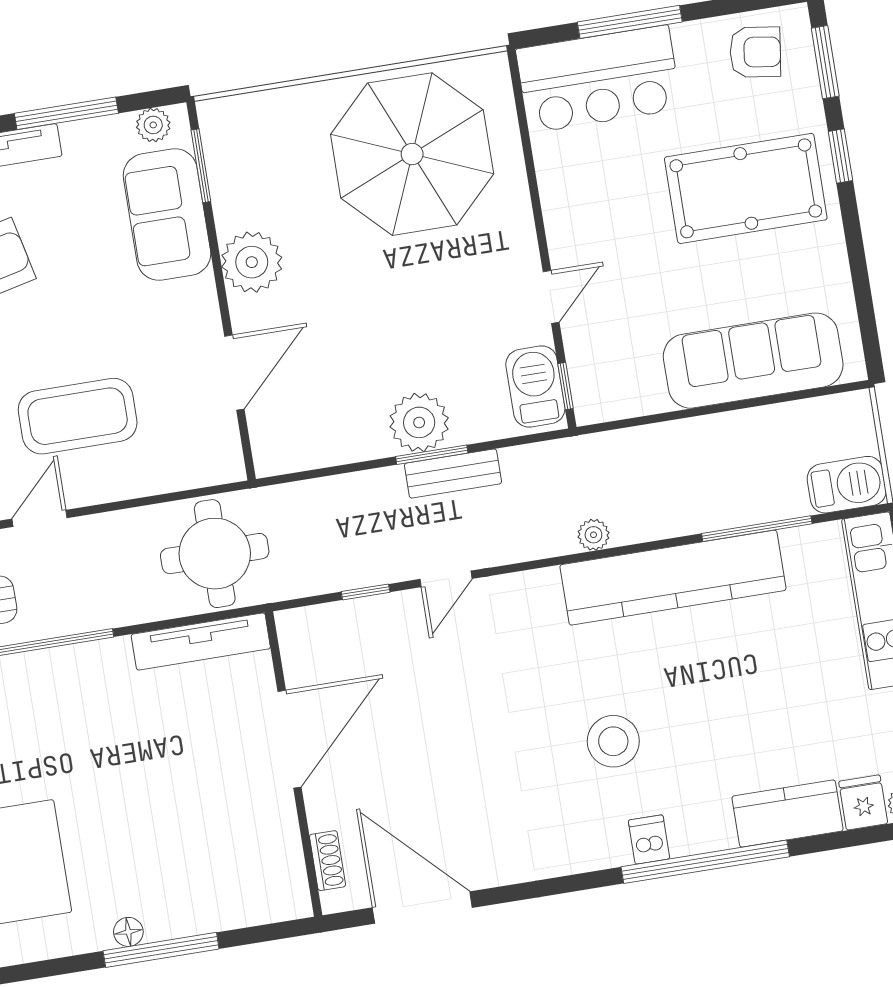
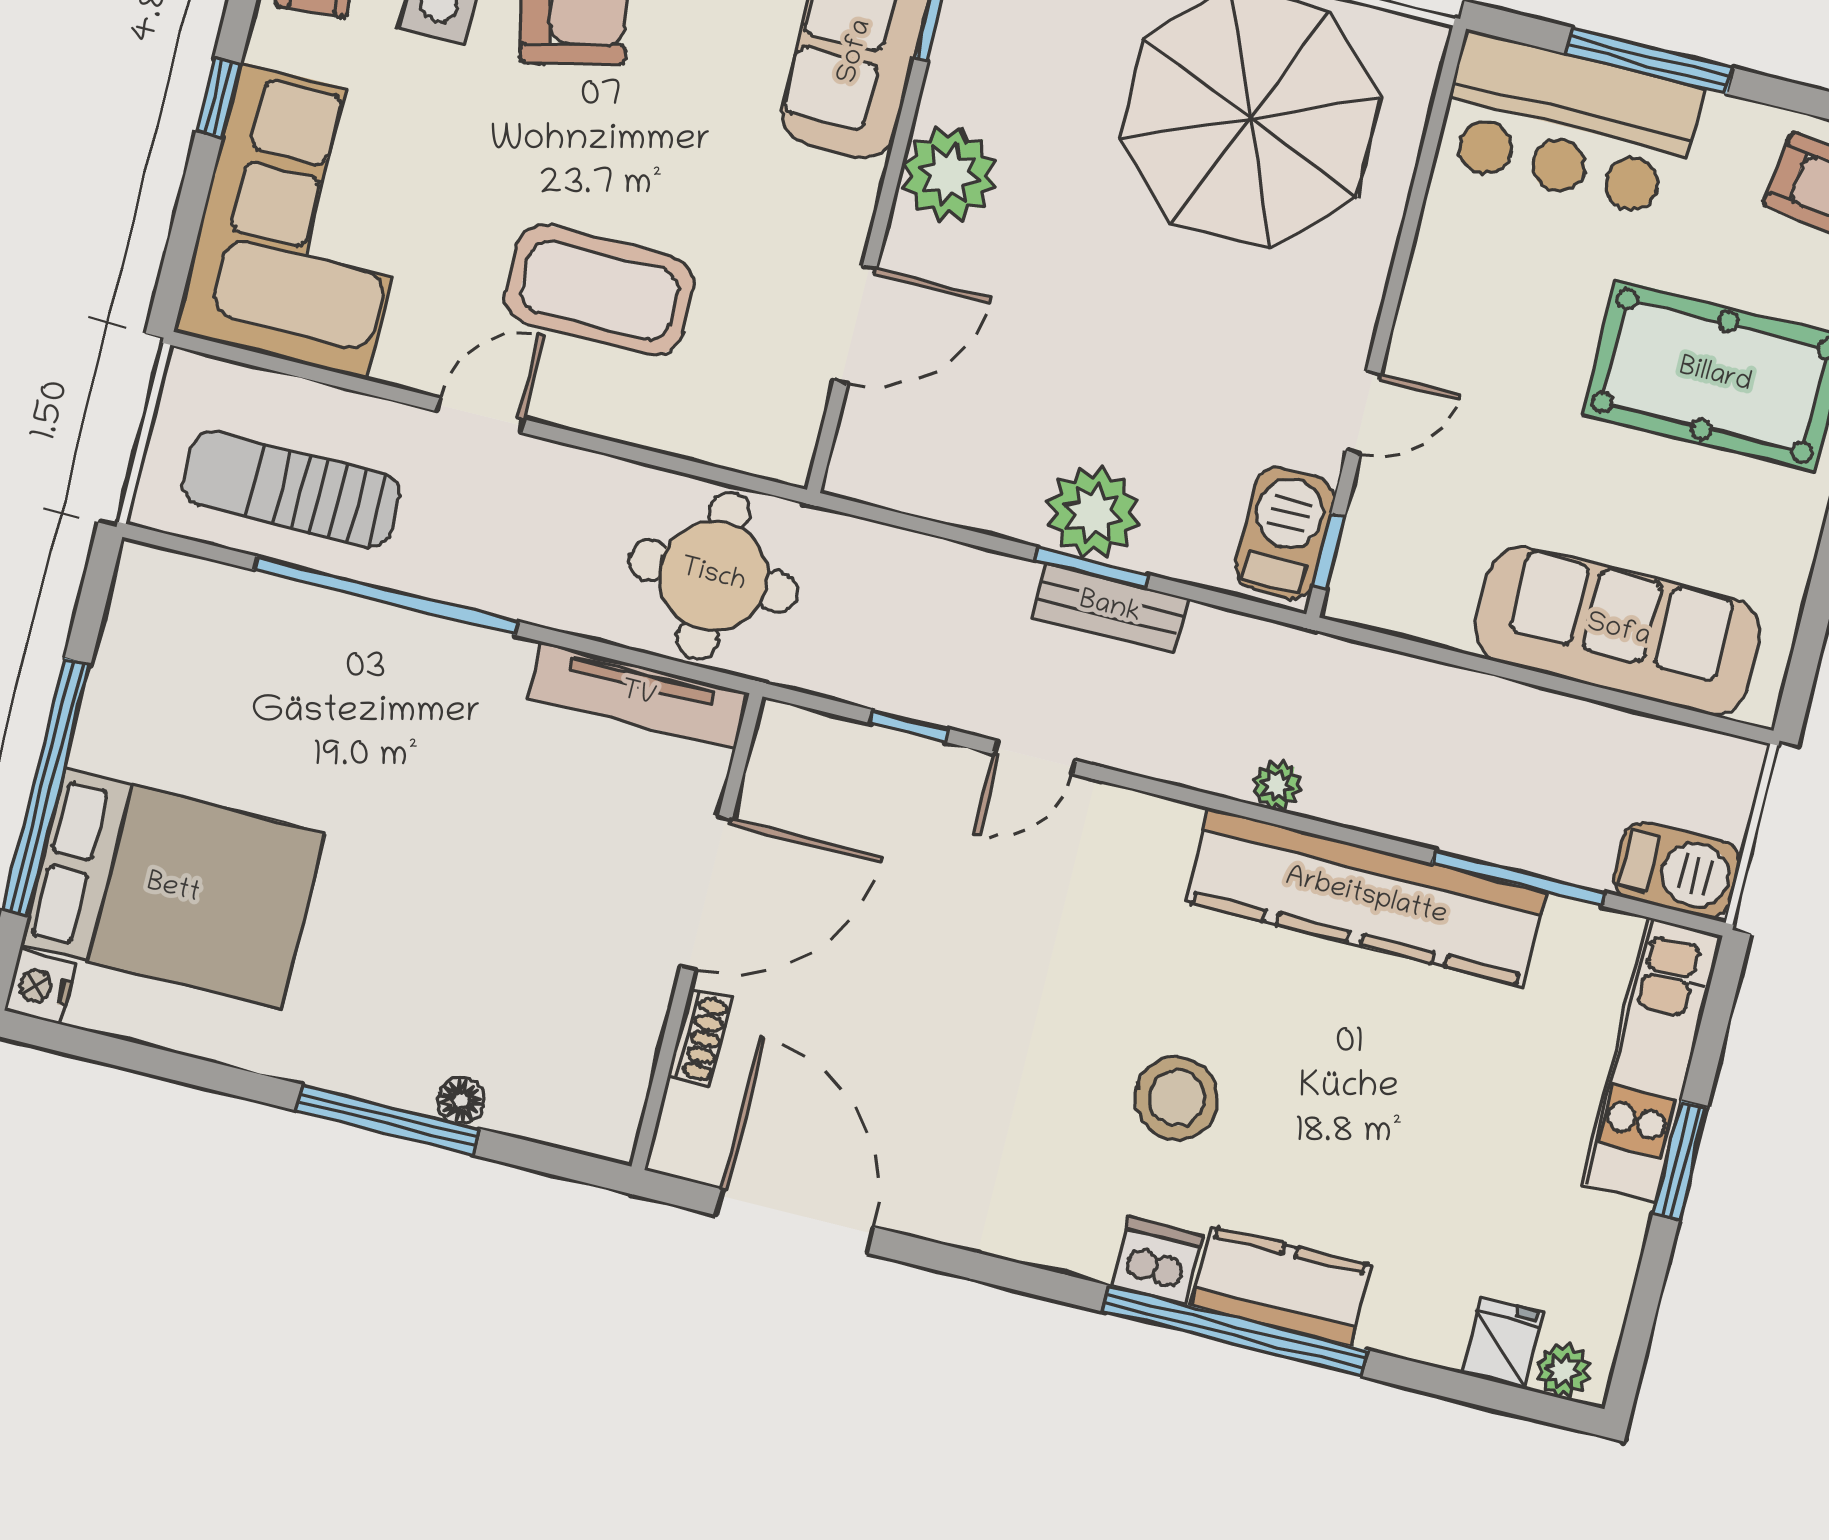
kitchen counter: (787, 814) -> (1281, 1286), moved
dishwasher: (649, 840) -> (1157, 1261), width x1.38
shoe rack: (328, 861) -> (700, 1038), moved
floor lamp: (128, 932) -> (461, 1100), moved

